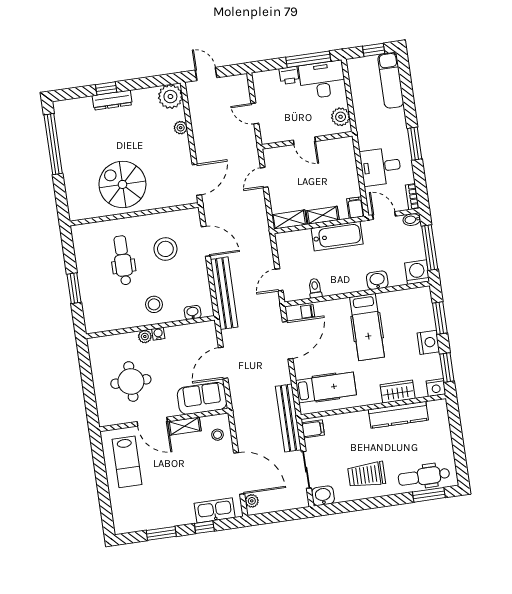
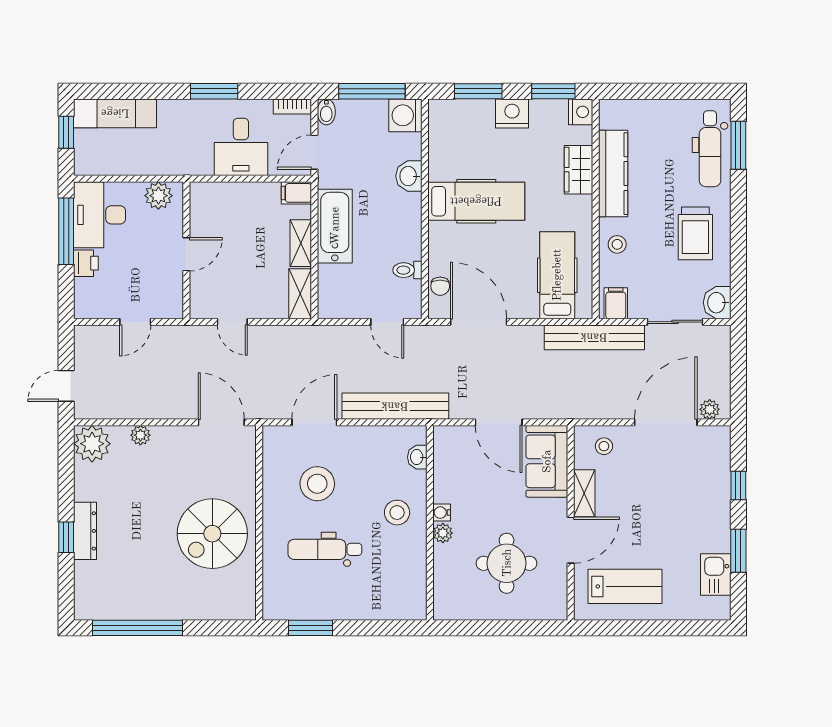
window: (74, 288) -> (311, 628), moved
stool: (352, 424) -> (617, 244), added
kitchen sink: (215, 510) -> (716, 575), moved, width x0.73

